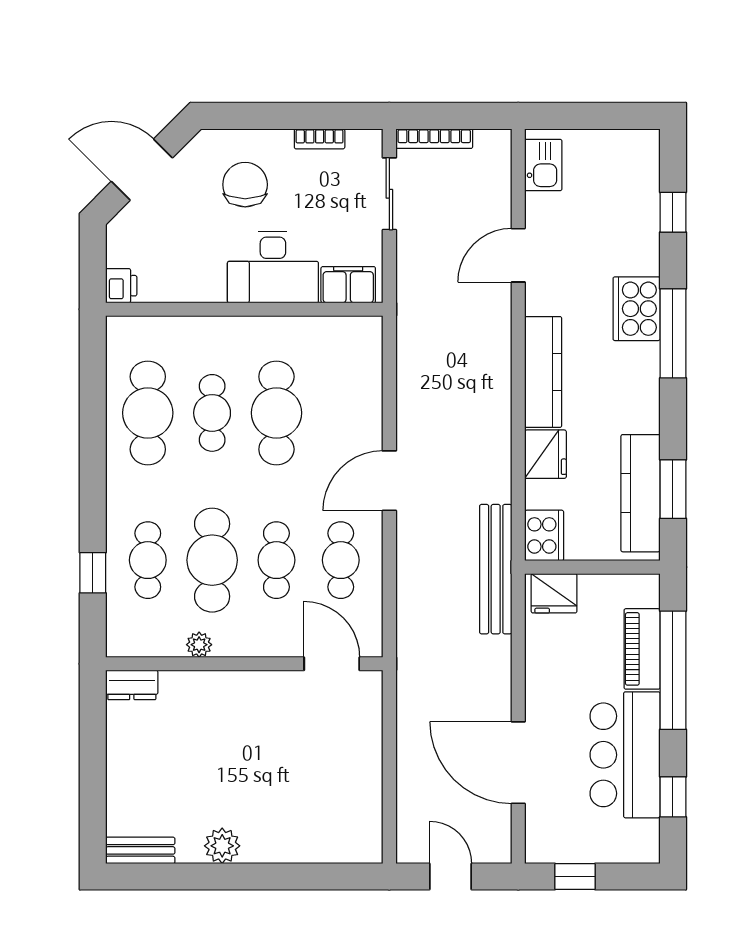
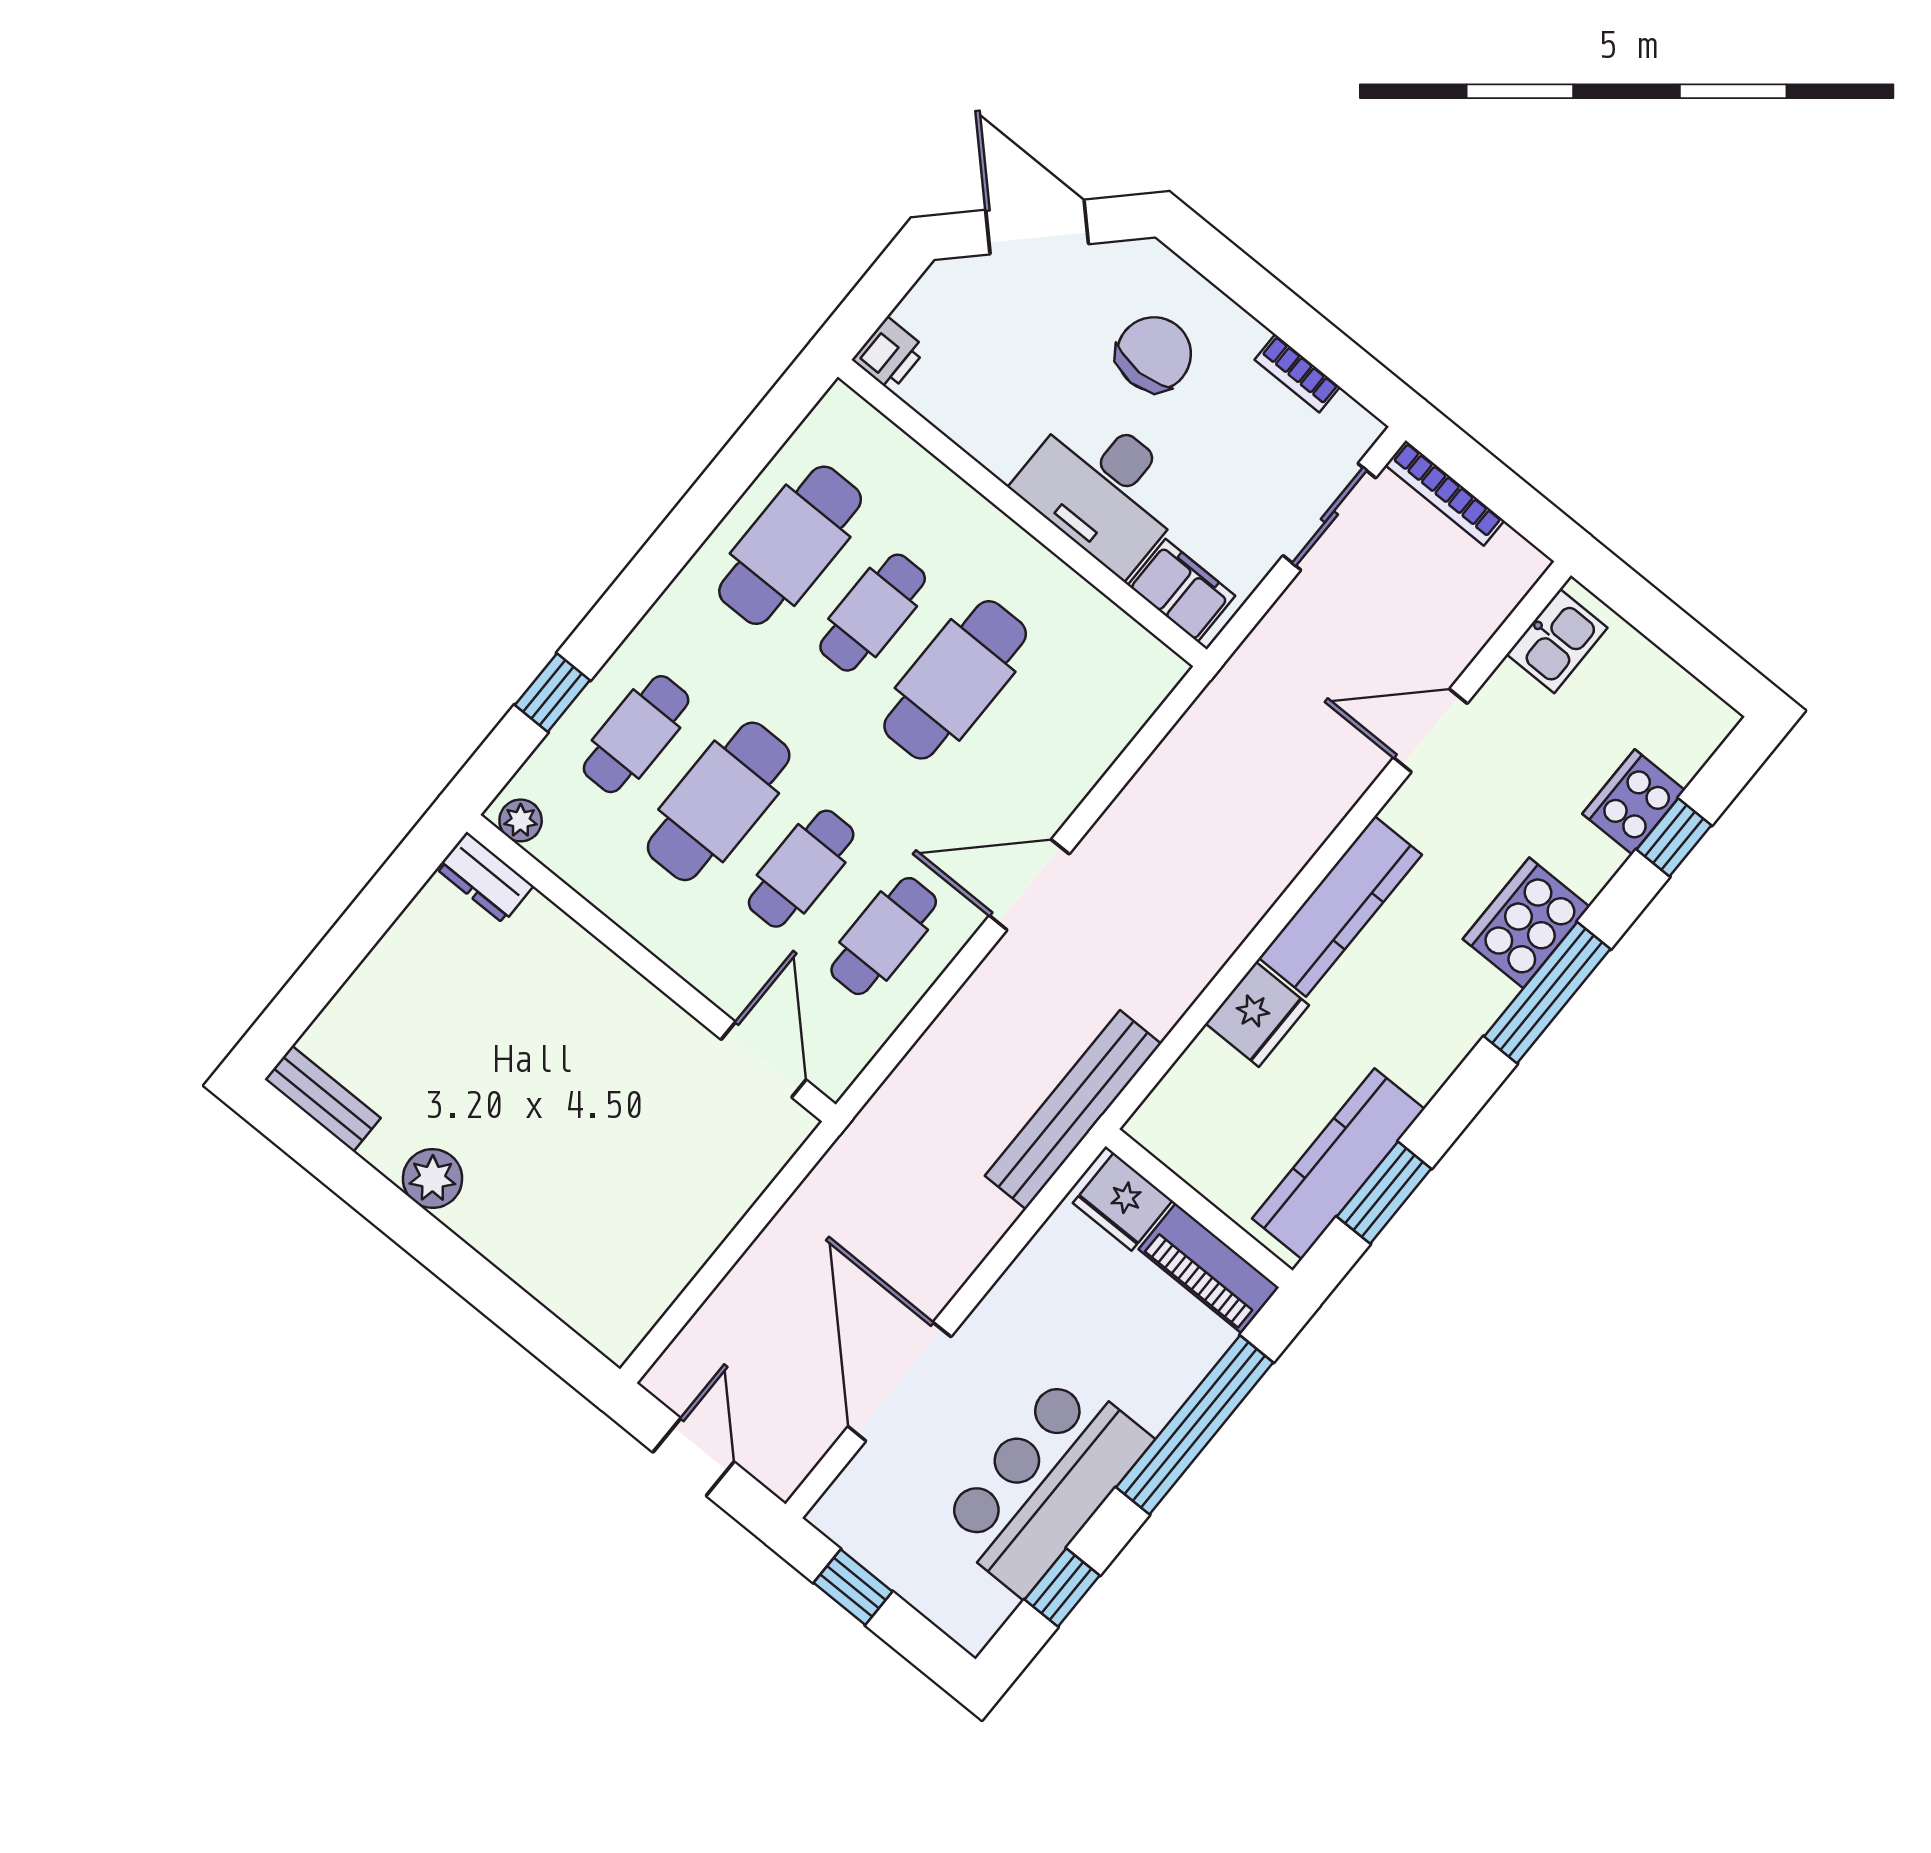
cooker: (544, 535) -> (1634, 802), moved, turned 180
plant: (199, 645) -> (521, 820), moved
piano: (642, 649) -> (1209, 1268), moved, turned -90

